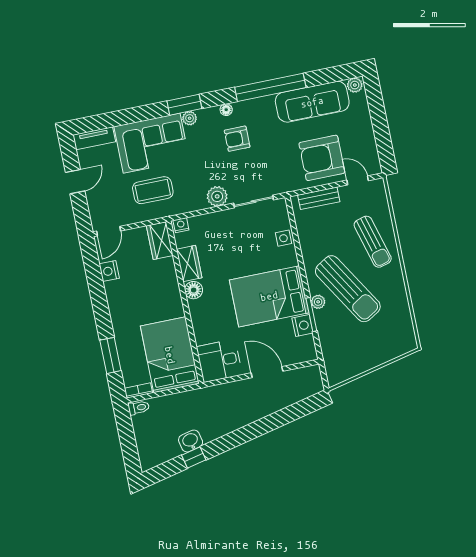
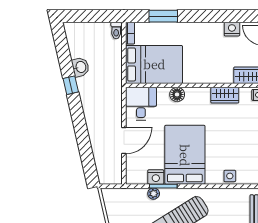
floor lamp: (194, 290) -> (177, 94), moved
plant: (318, 302) -> (154, 194), moved
window: (194, 457) -> (71, 85), moved

